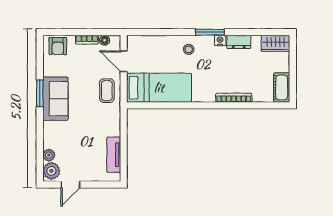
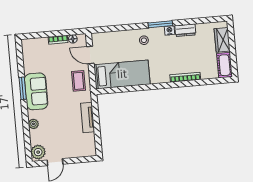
wardrobe: (275, 43) -> (222, 40), moved, turned 90
armchair: (58, 46) -> (34, 47), removed
plant: (49, 155) -> (33, 124), moved
tv unit: (114, 155) -> (88, 117), moved

